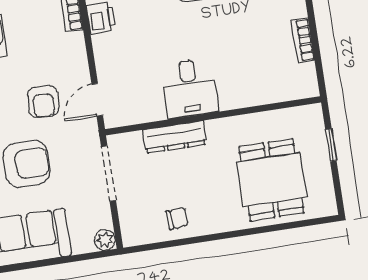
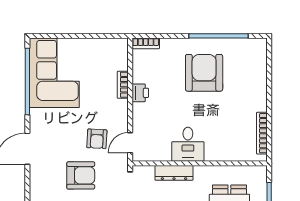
bookcase: (303, 40) -> (262, 133), width x1.56

